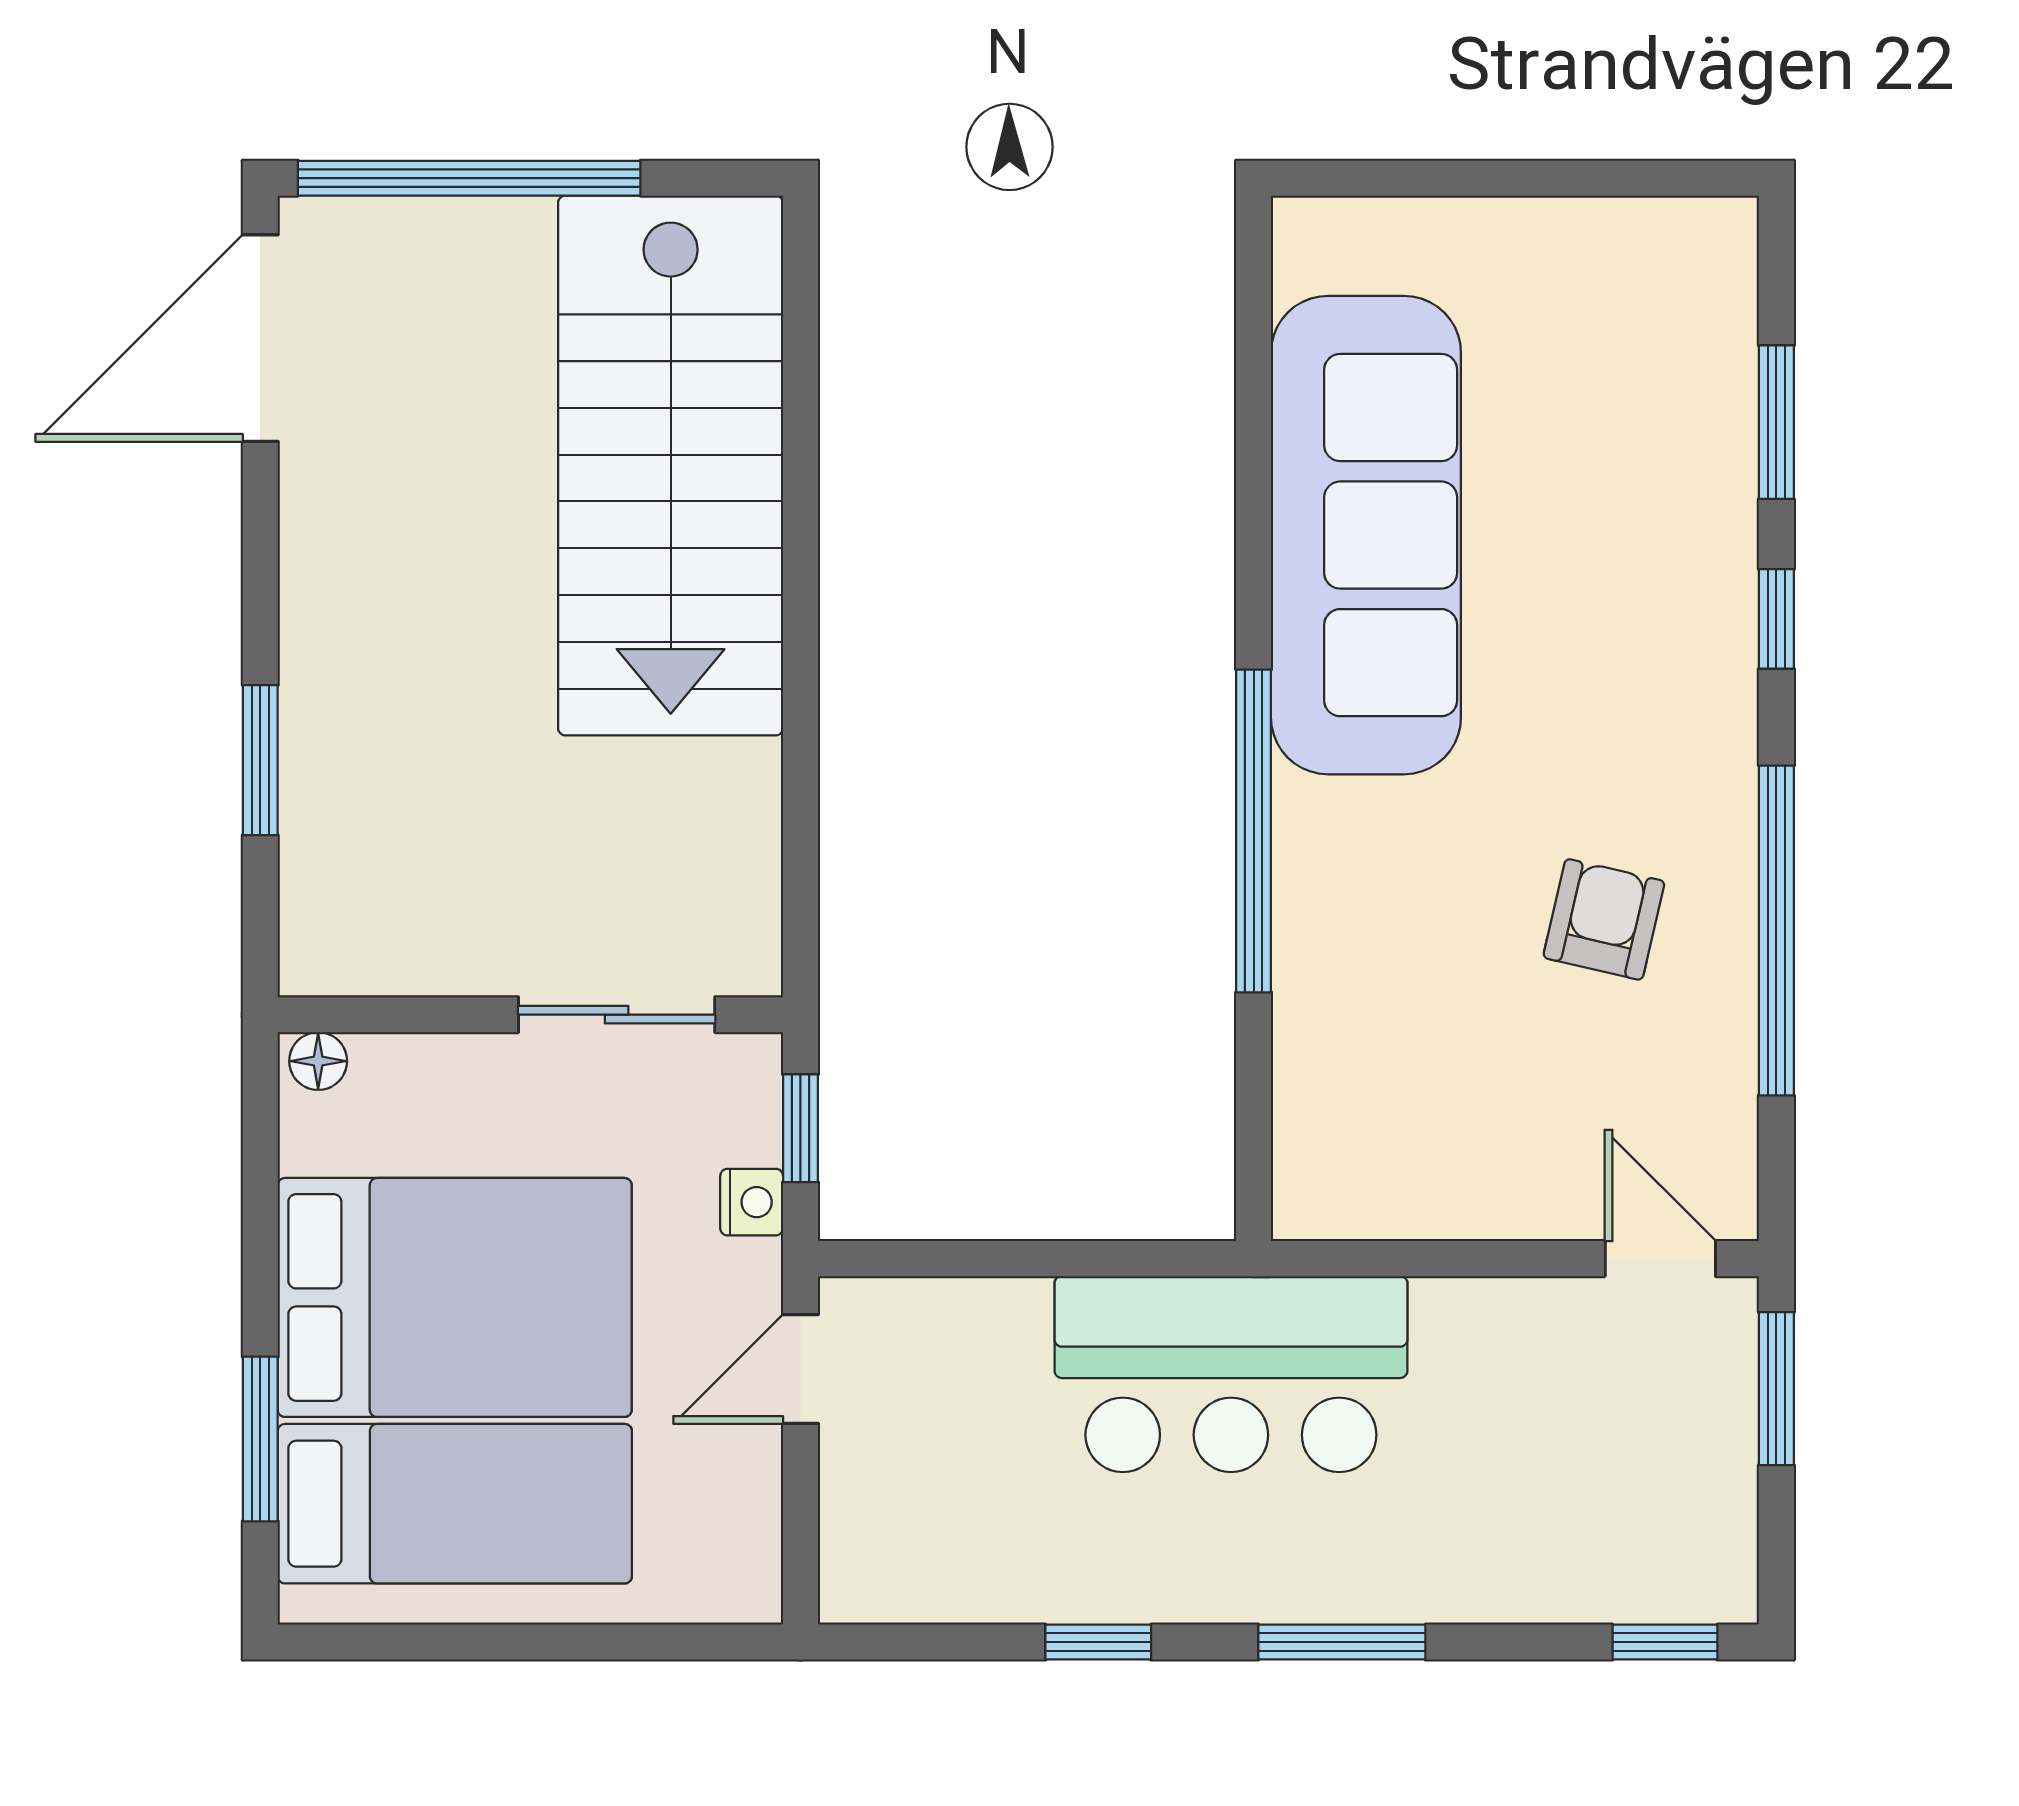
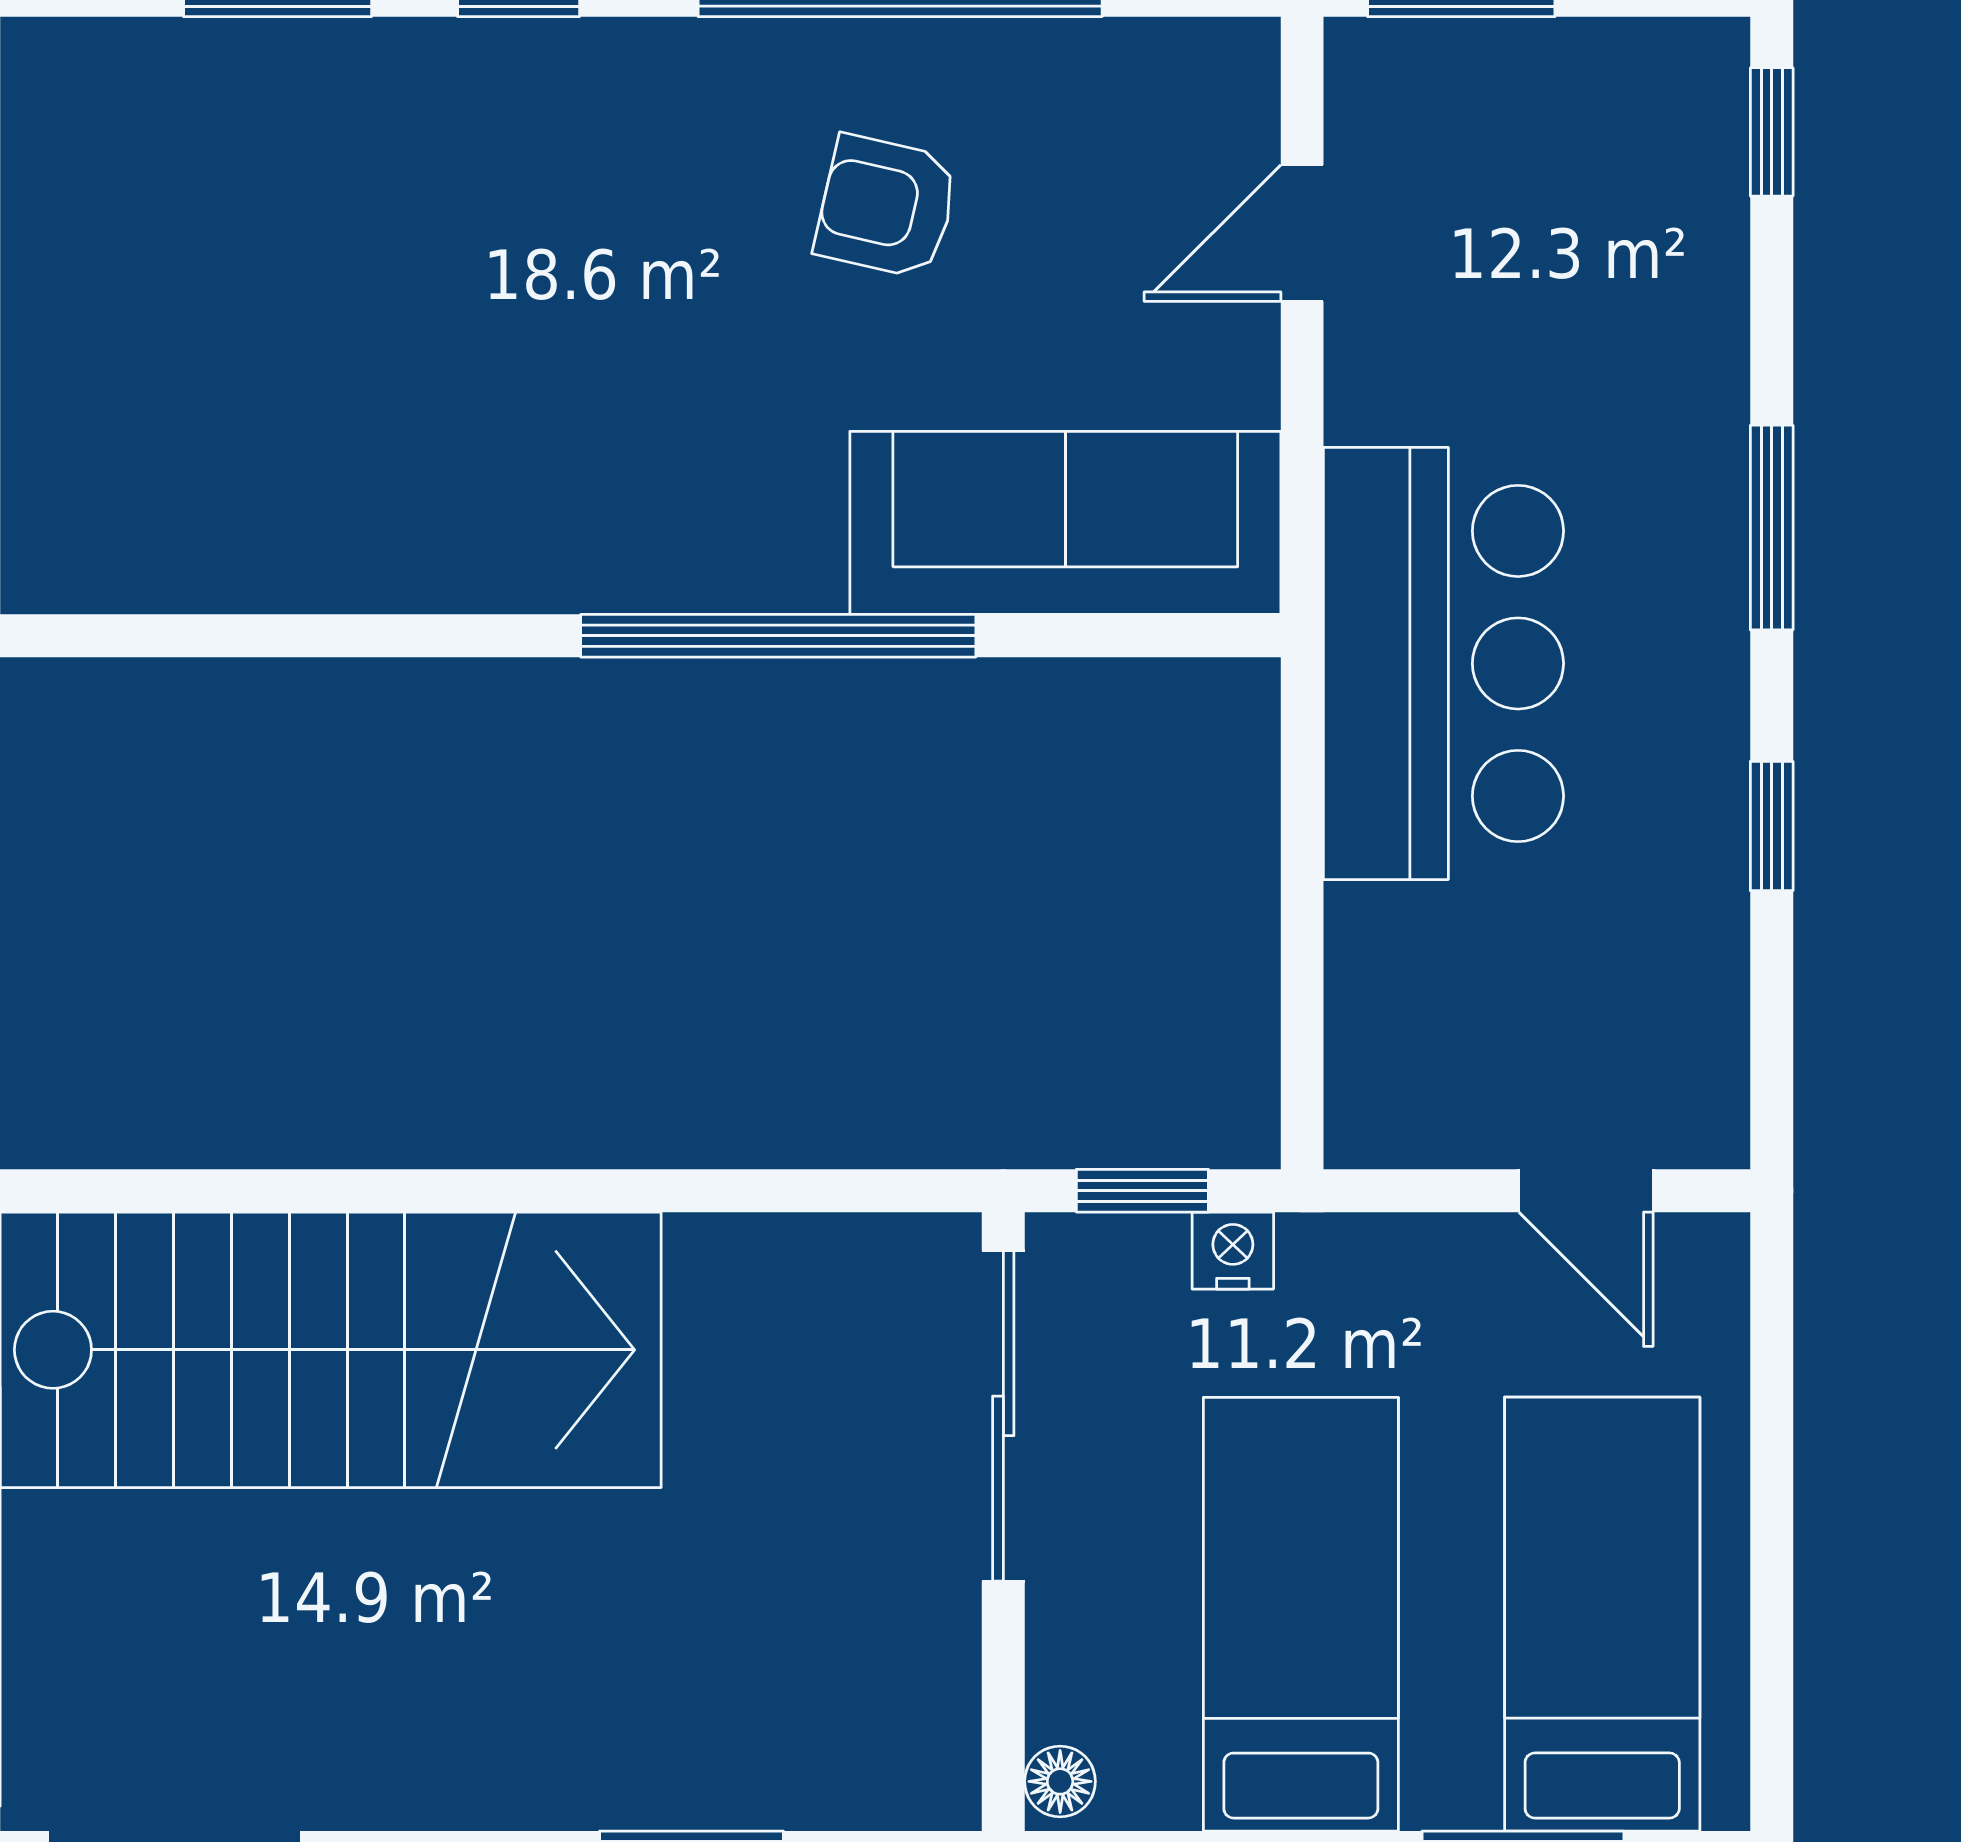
sofa: (1366, 535) -> (1065, 523), moved, width x0.74, depth x0.79
sliding door: (617, 1015) -> (1003, 1416), width x1.37
door: (1660, 1259) -> (1302, 233), moved
bed: (455, 1297) -> (1301, 1614), width x0.67
door: (800, 1369) -> (1586, 1191), moved

